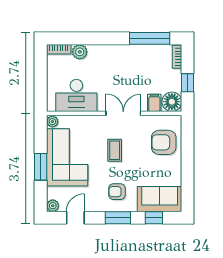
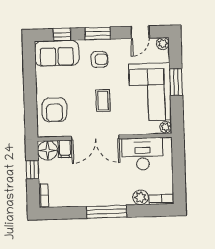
window: (150, 38) -> (107, 212), moved
double door: (123, 113) -> (95, 137), width x1.37
armchair: (164, 142) -> (54, 110), turned 90

